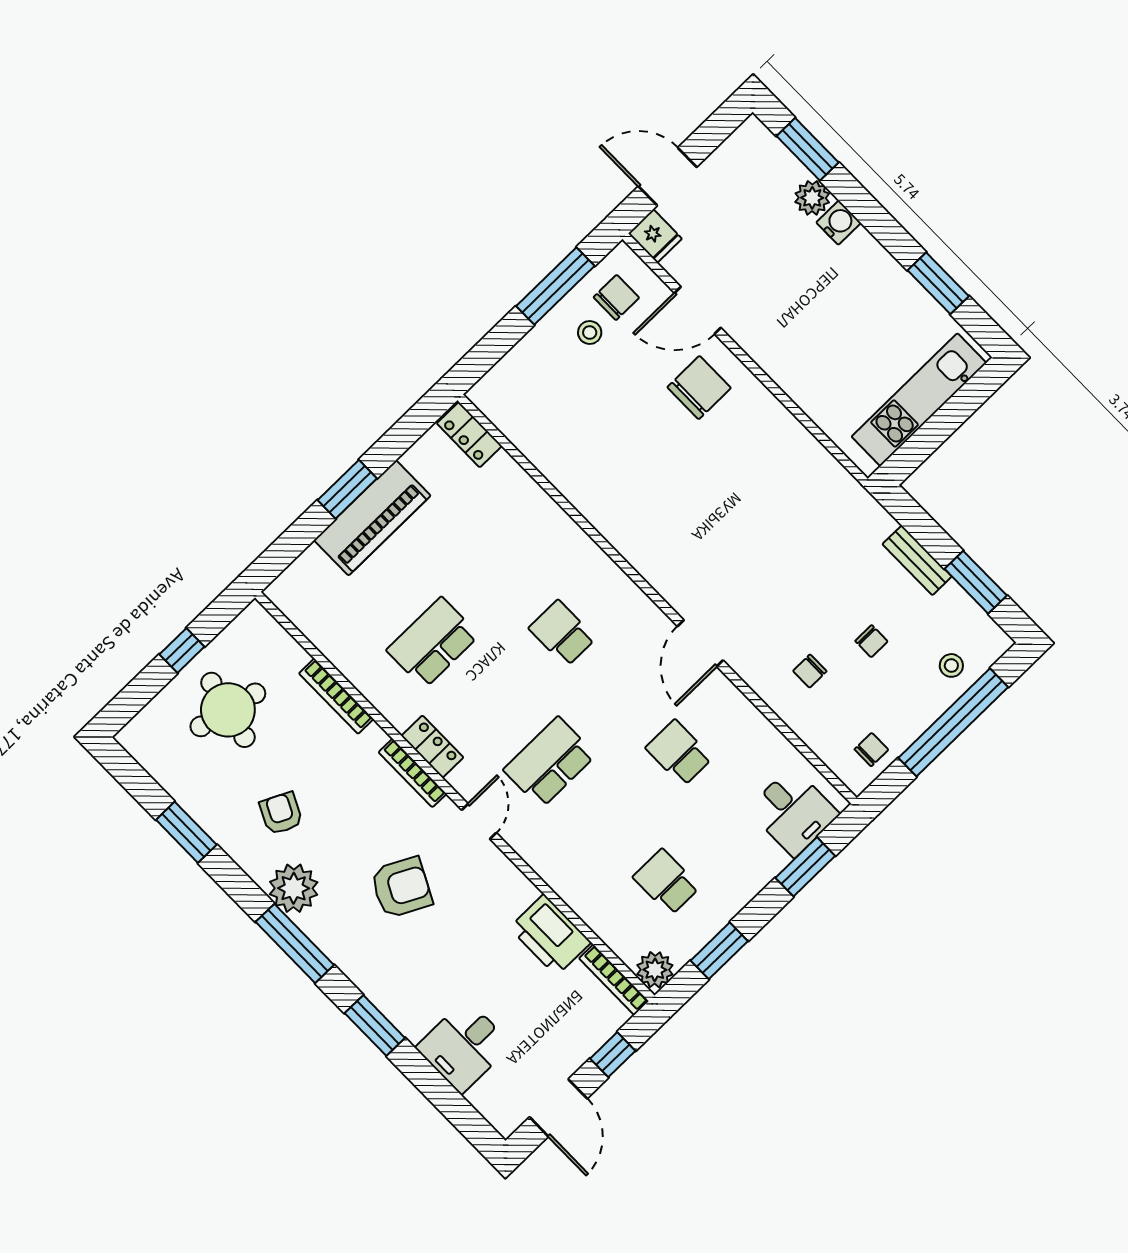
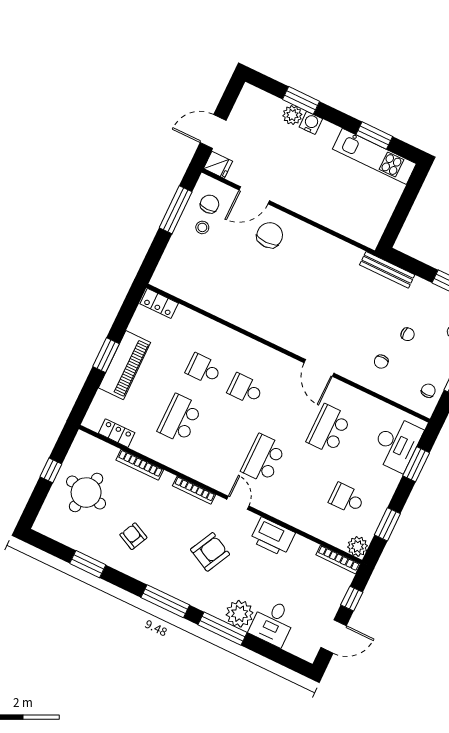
window: (808, 149) -> (301, 100), moved
kitchen unit: (919, 400) -> (374, 156), moved, turned -90
bench: (917, 560) -> (387, 270), moved, width x1.36
school desk: (504, 573) -> (204, 369), added
locker: (432, 747) -> (117, 433), moved
school desk: (679, 753) -> (329, 429), width x1.85
desk: (793, 812) -> (396, 444), width x1.37
plant: (294, 888) -> (240, 614), moved
printer: (550, 935) -> (273, 537), moved
window: (375, 1025) -> (222, 629), width x1.44
door: (558, 1108) -> (334, 637), hinge flipped

